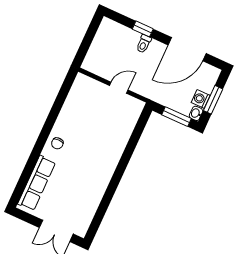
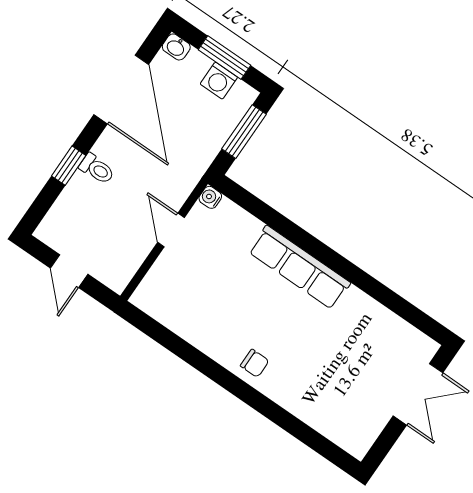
door: (88, 39) -> (69, 271), added
water cooler: (139, 105) -> (210, 197), added
washbasin: (196, 113) -> (176, 47), moved
row of seats: (37, 183) -> (299, 267), moved, turned 180

